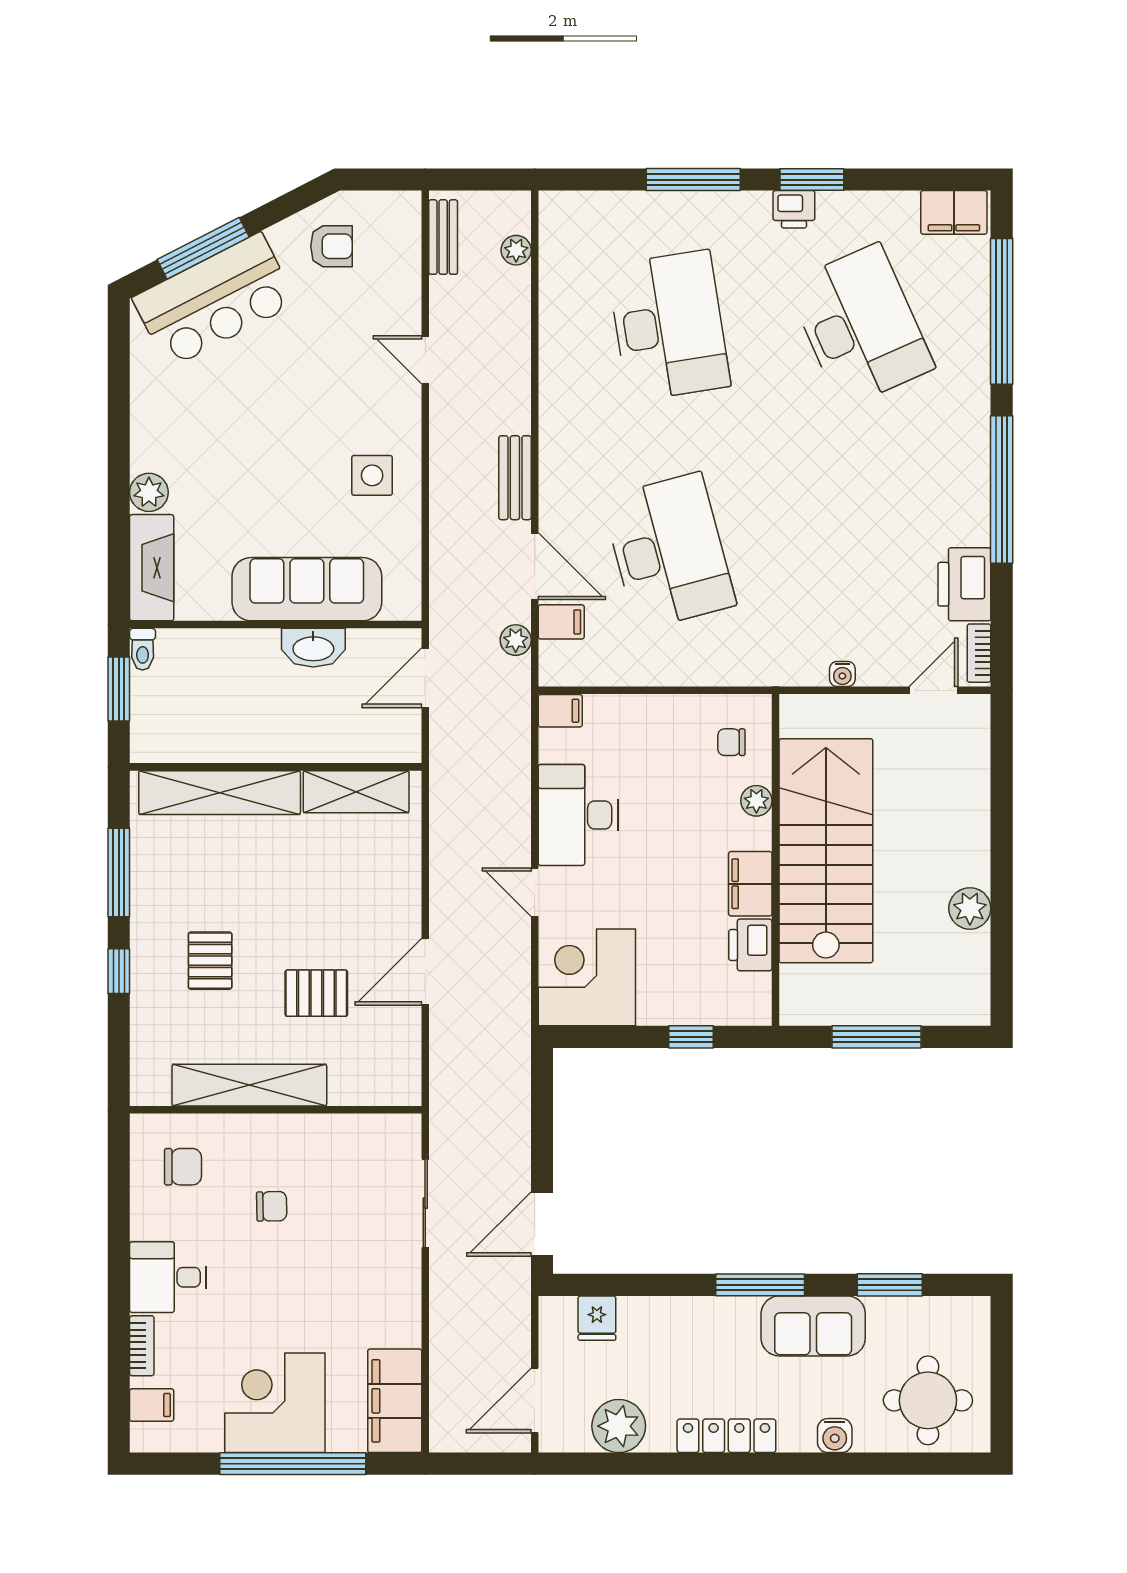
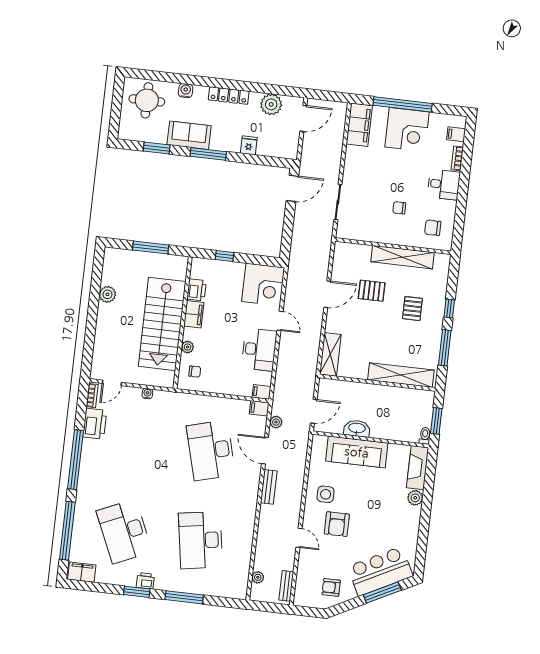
armchair: (336, 405) -> (337, 524), added
filing cabinet: (561, 622) -> (259, 408), moved
shelving: (356, 792) -> (330, 354), moved, turned 90
fridge: (597, 1318) -> (249, 145), moved

